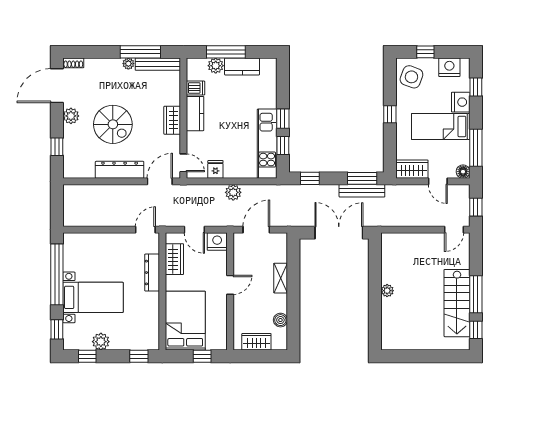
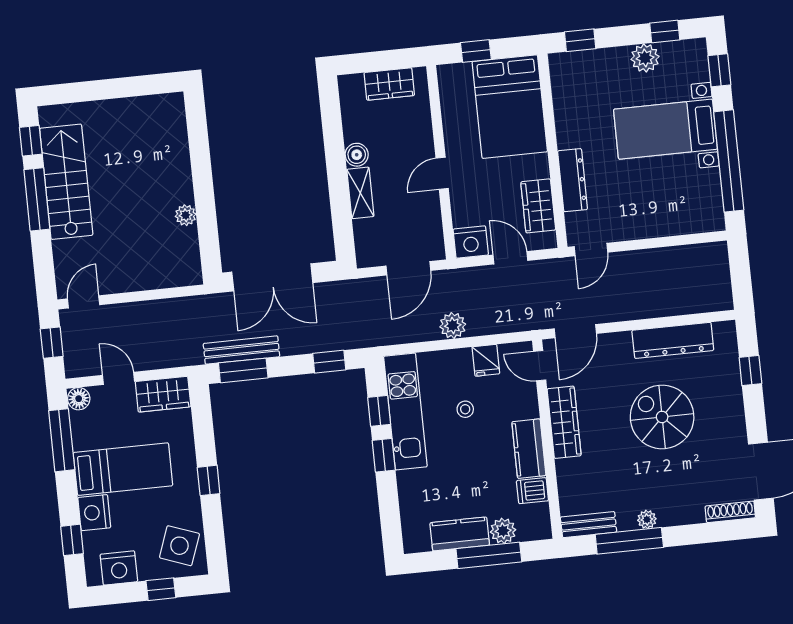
shoe rack: (73, 63) -> (730, 512), width x1.43
bench: (158, 64) -> (589, 525), width x0.73
plant: (71, 116) -> (732, 424), removed
wardrobe: (172, 120) -> (564, 422), width x1.50
stool: (231, 141) -> (465, 409), added
dresser: (120, 170) -> (673, 340), moved
plant: (387, 291) -> (186, 215), moved
boiler: (280, 320) -> (357, 155), moved

